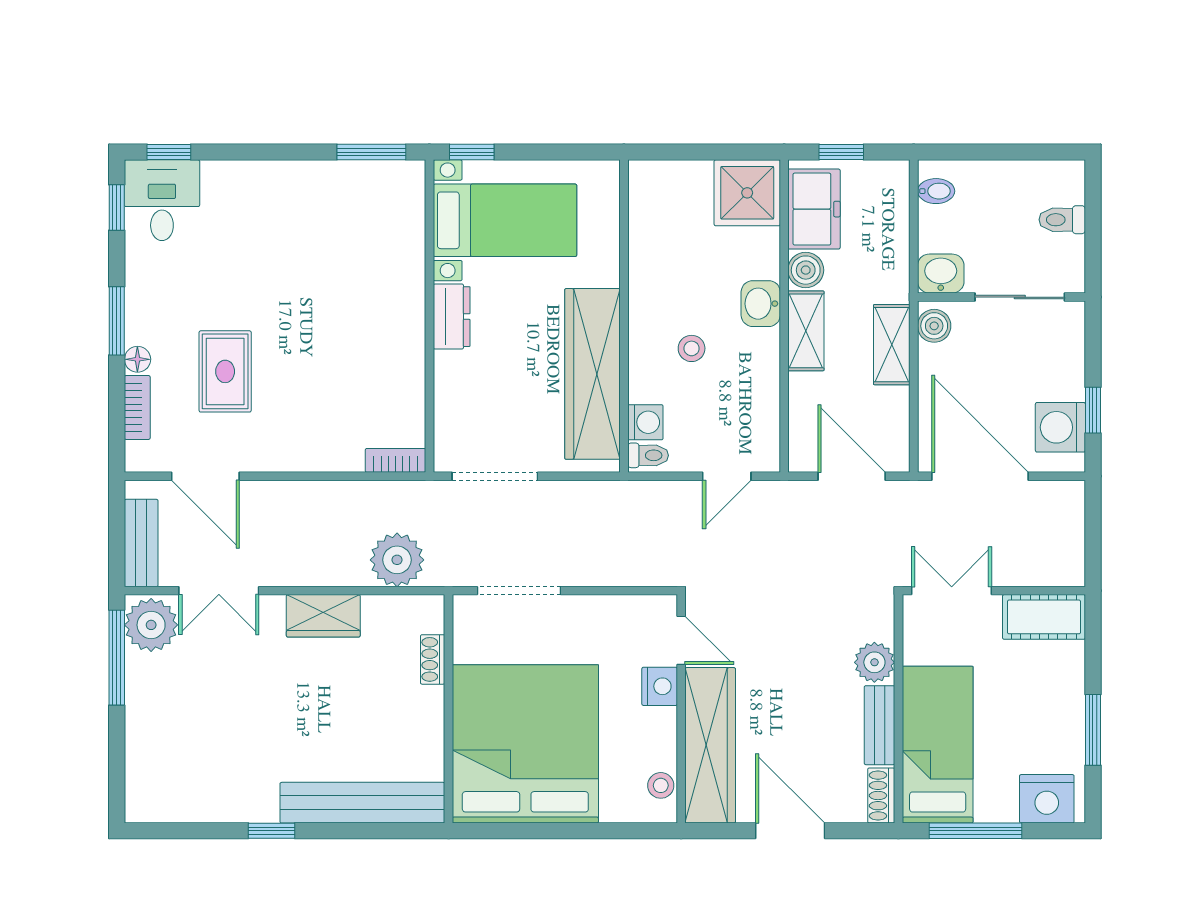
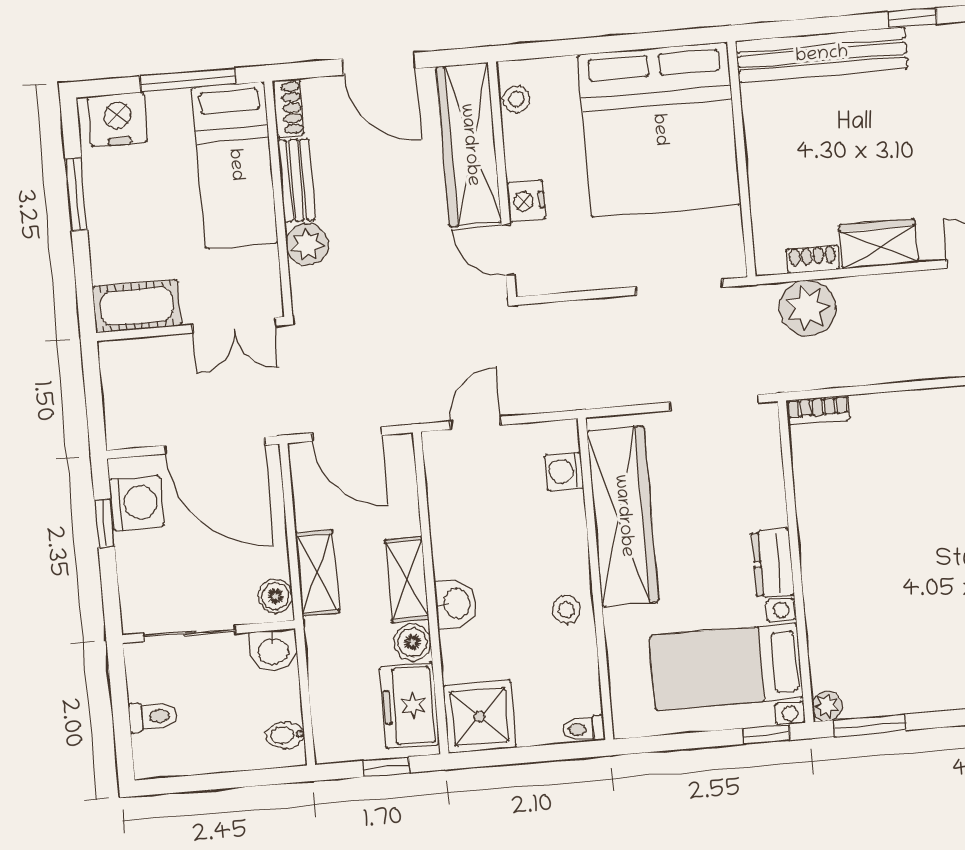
plant: (411, 174) -> (827, 706), added
stool: (692, 348) -> (566, 609), moved
toilet: (648, 455) -> (583, 729), moved
shoe rack: (433, 659) -> (813, 259), moved, turned -90

